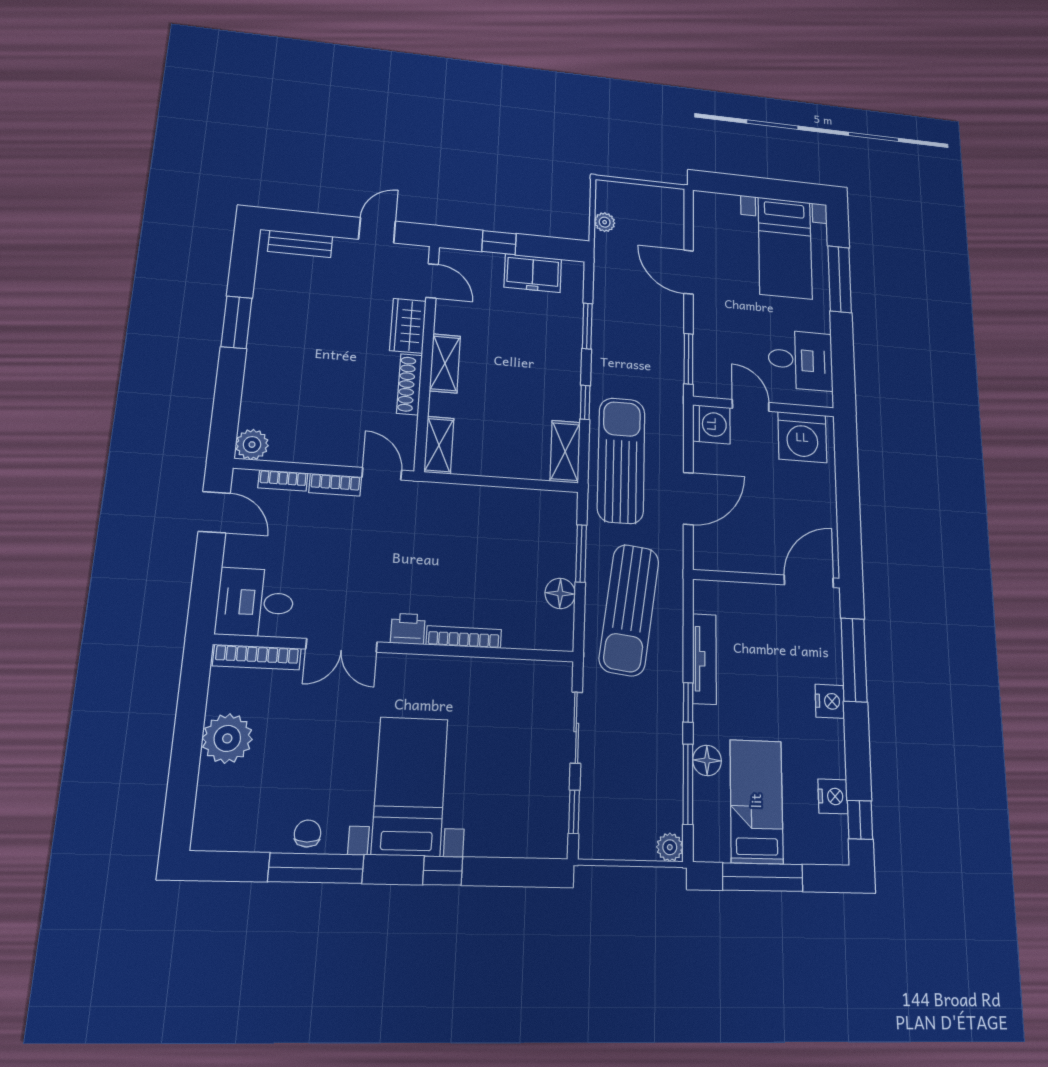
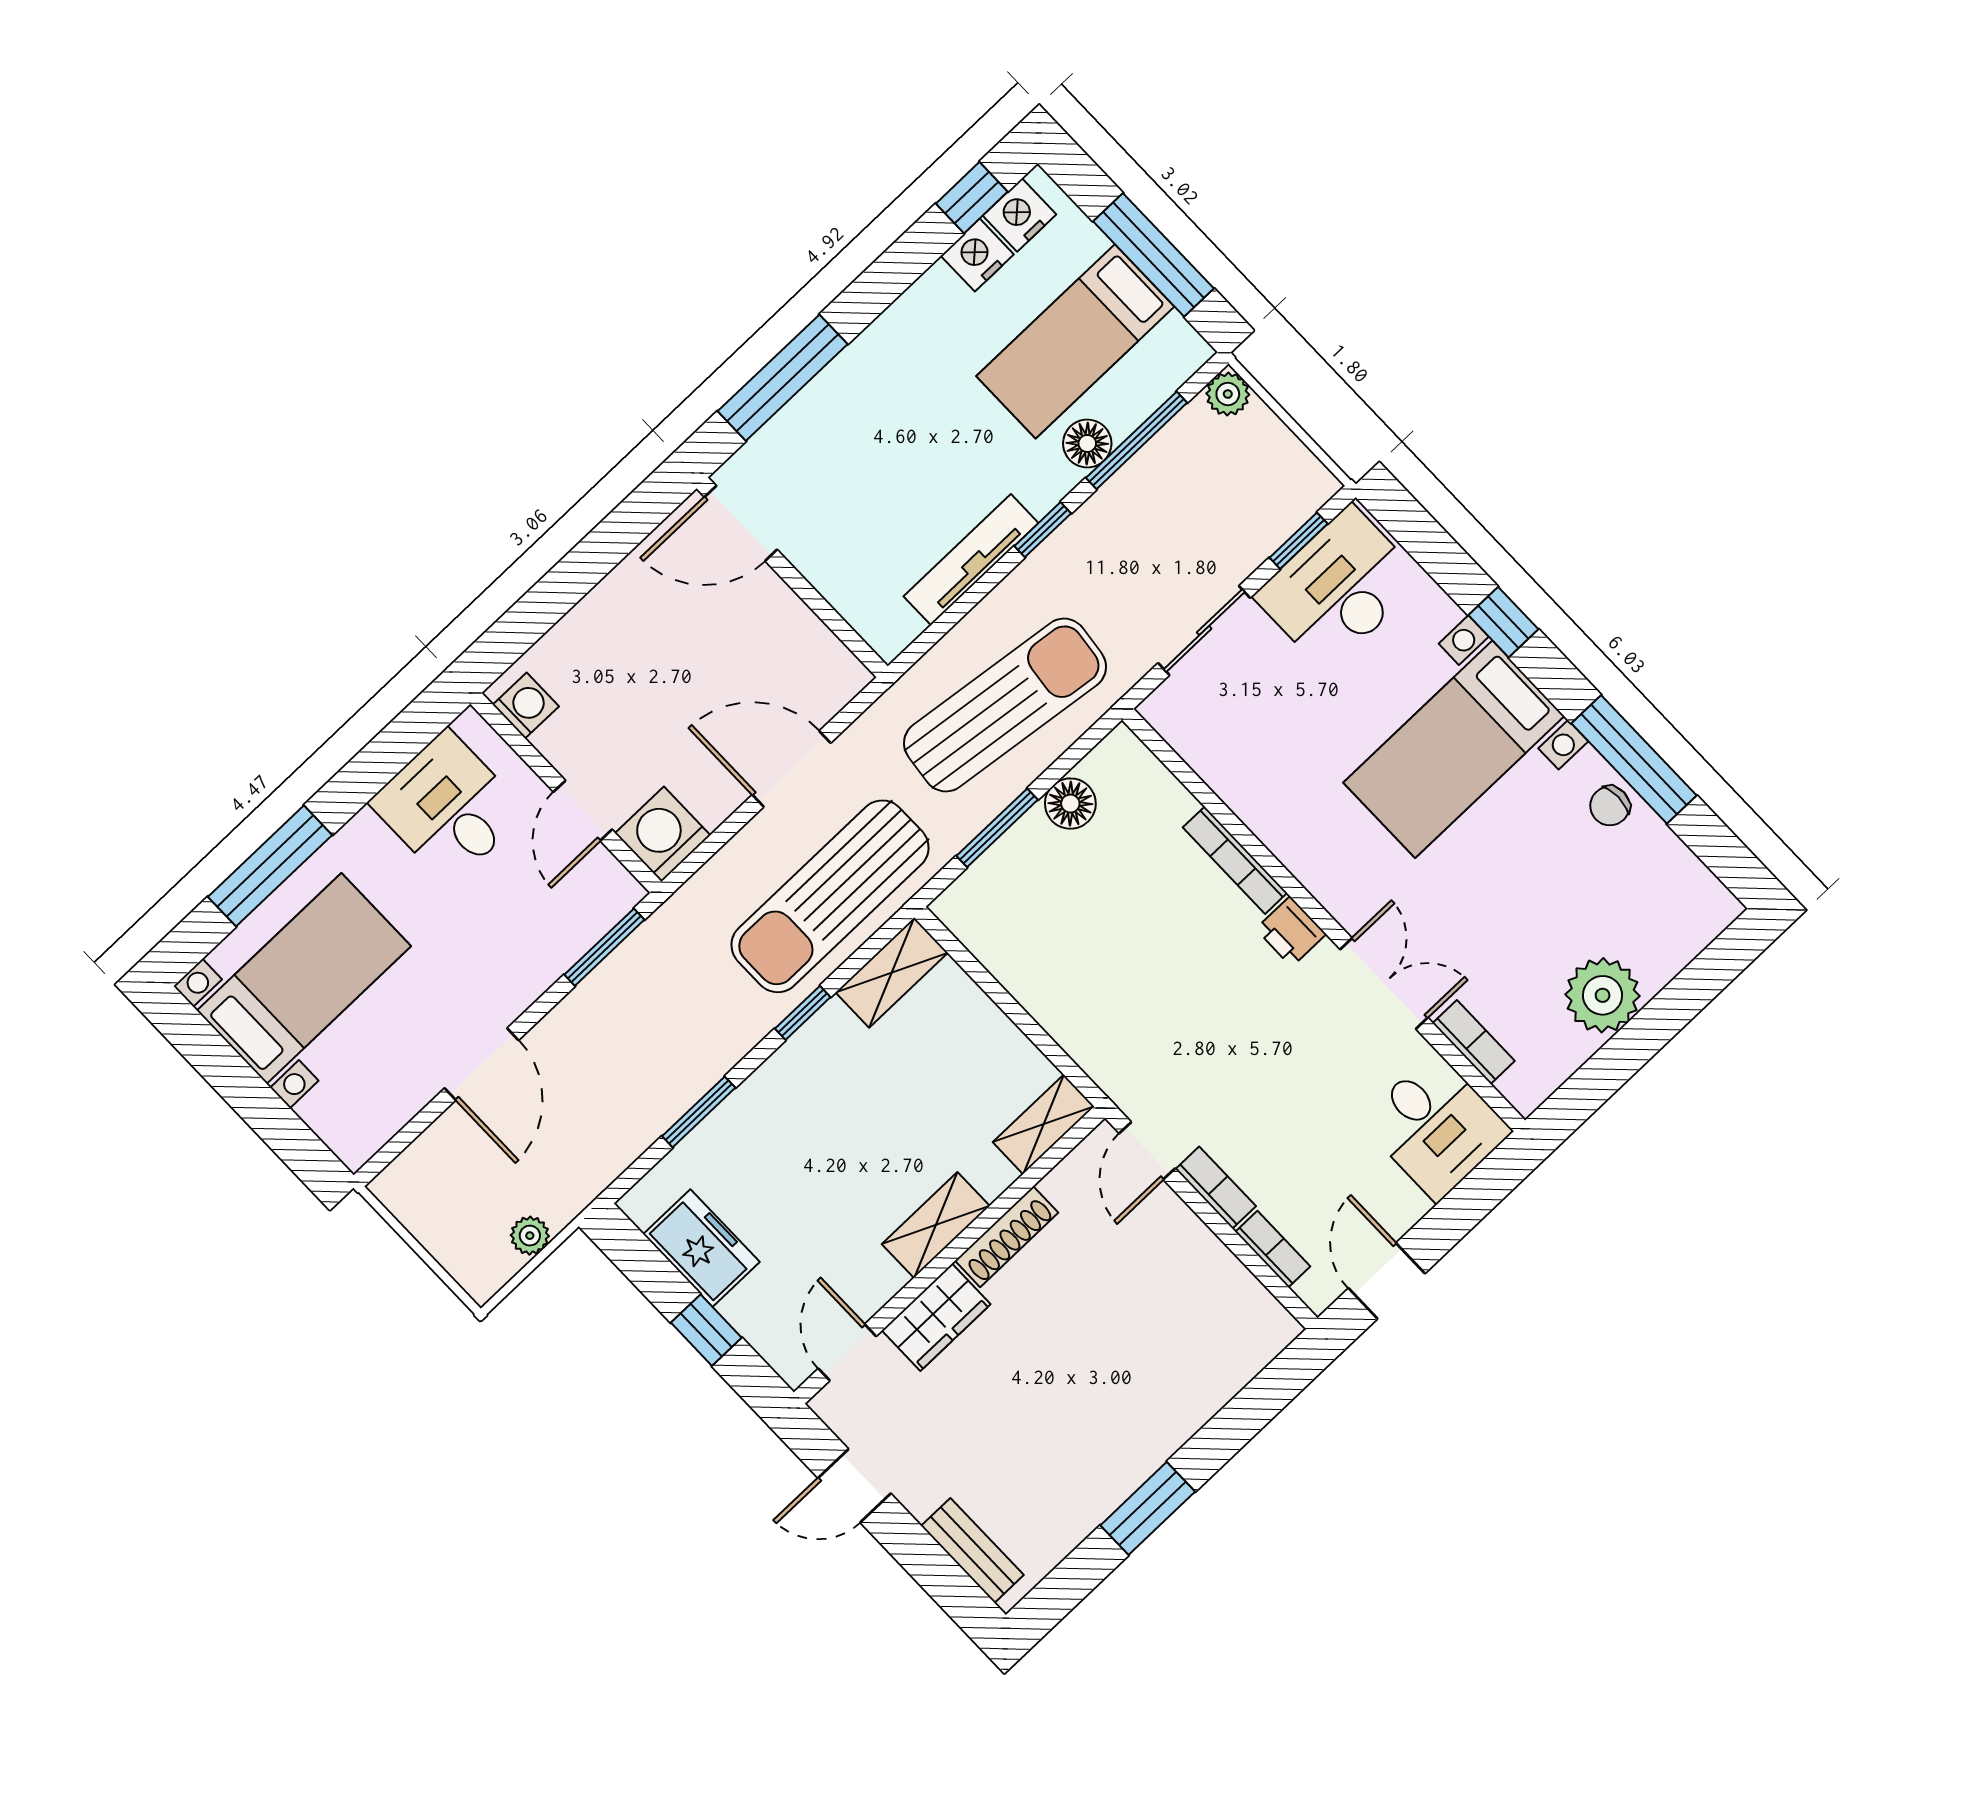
washing machine: (802, 437) -> (526, 705), width x0.53, depth x0.53
plant: (252, 445) -> (1269, 1328), removed
bookcase: (257, 657) -> (1474, 1042), width x0.64
nightstand: (830, 701) -> (1020, 215), moved
desk: (535, 808) -> (1339, 588), added

